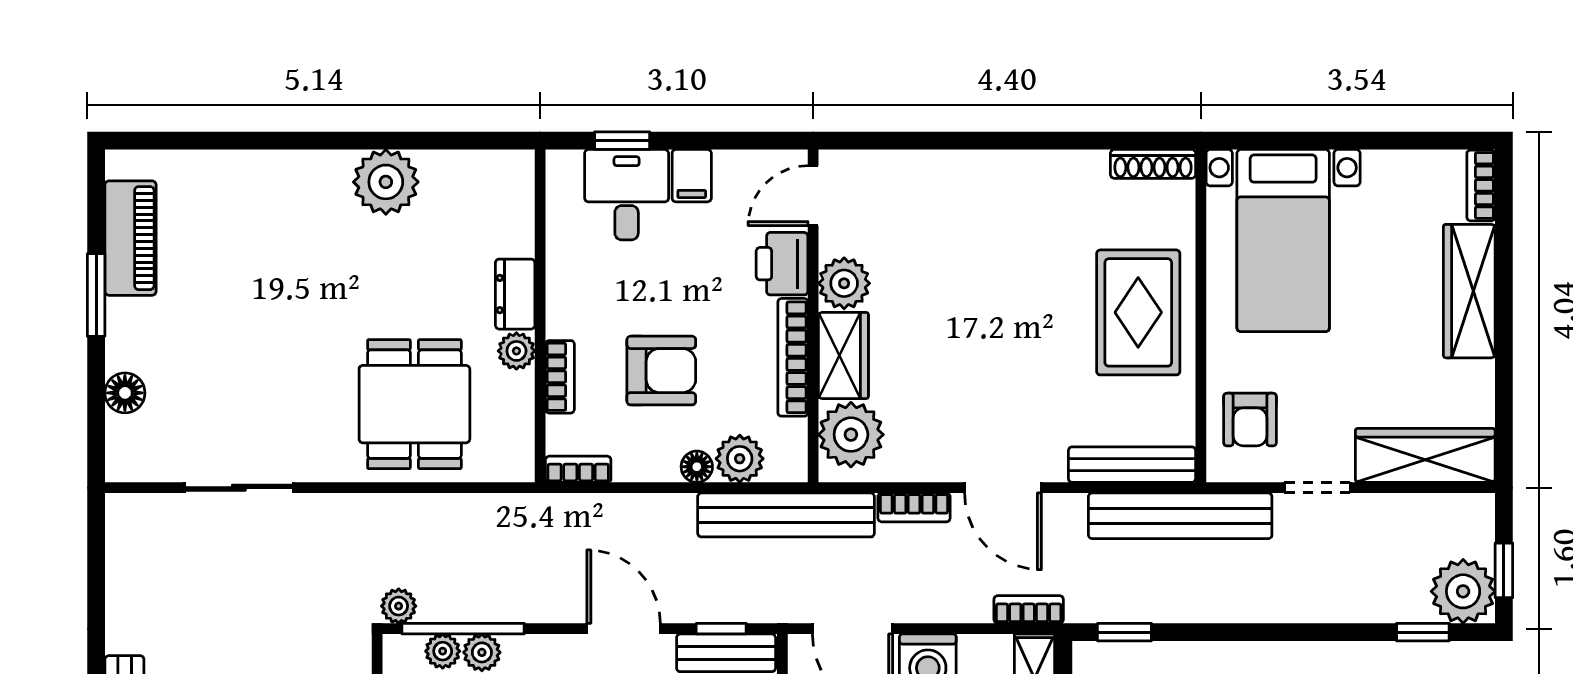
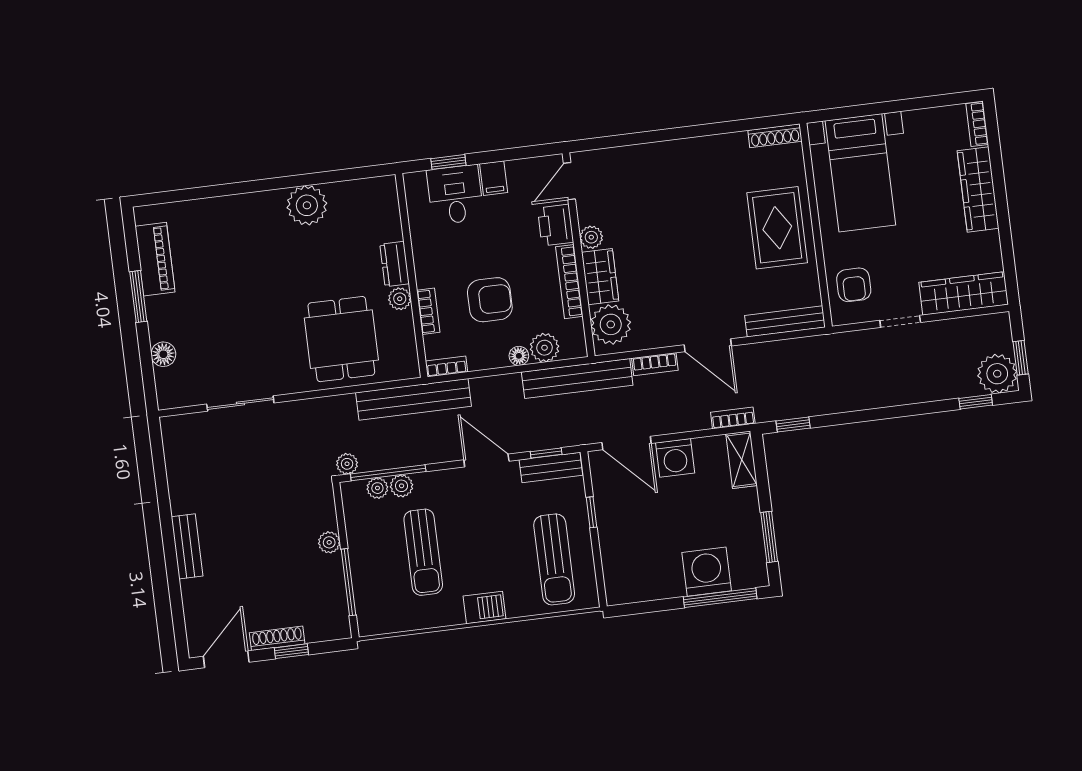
plant: (844, 283) -> (591, 237), width x0.73, depth x0.73
bench: (1180, 516) -> (413, 399), moved

